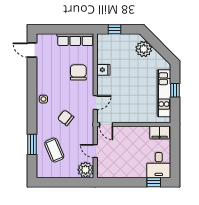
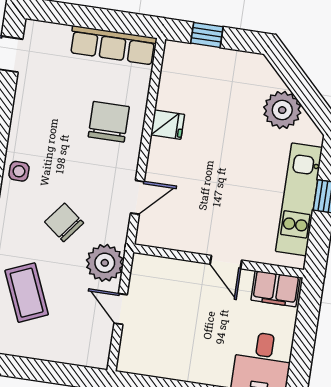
plant: (144, 49) -> (282, 110), moved
door: (106, 124) -> (226, 262), moved
plant: (86, 170) -> (105, 263), moved

